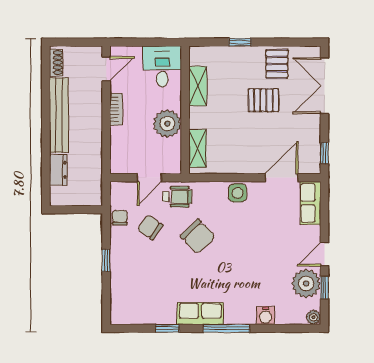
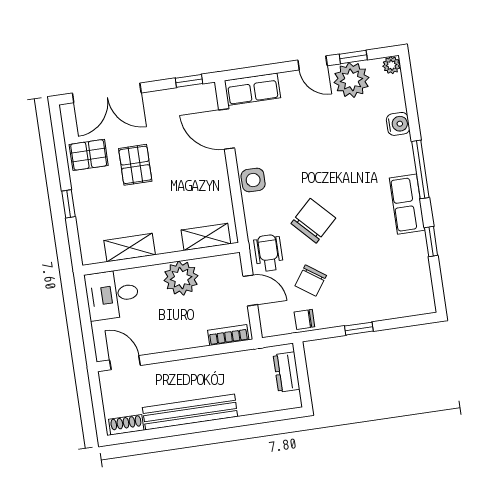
bookcase: (116, 109) -> (228, 335), moved
dresser: (58, 170) -> (287, 372), moved, turned -90

